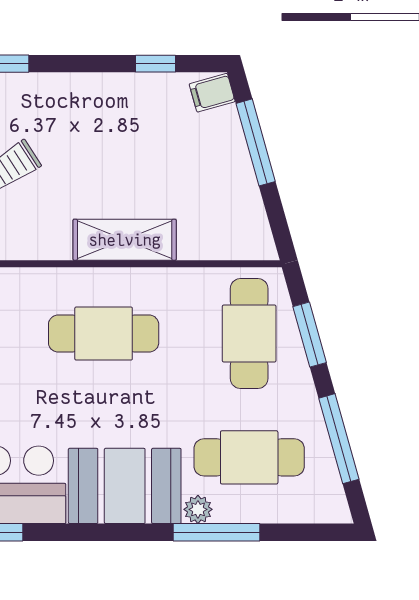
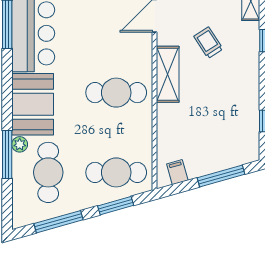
filing cabinet: (212, 93) -> (177, 172), moved
shelving: (125, 240) -> (168, 74), moved
cafe table: (104, 334) -> (116, 93), turned 90

